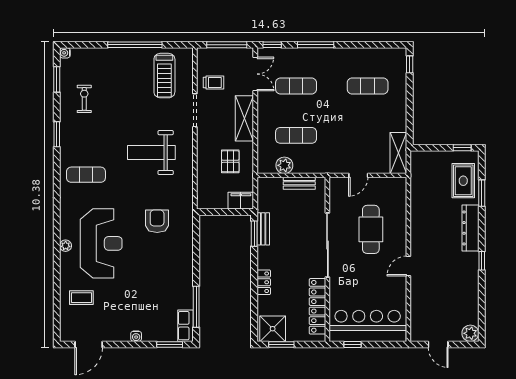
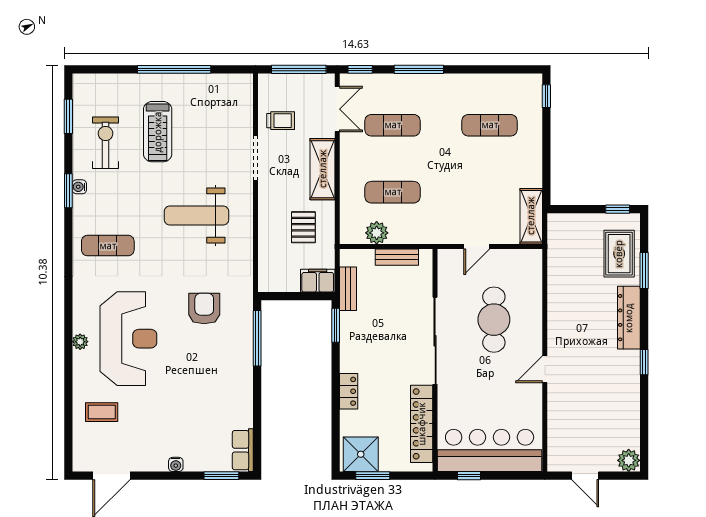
water cooler: (65, 53) -> (79, 187), moved
treadmill: (164, 76) -> (158, 132), moved
exercise bike: (84, 99) -> (106, 143), width x1.38, depth x1.39
bench: (263, 229) -> (348, 289), moved
window: (196, 307) -> (257, 338), moved

